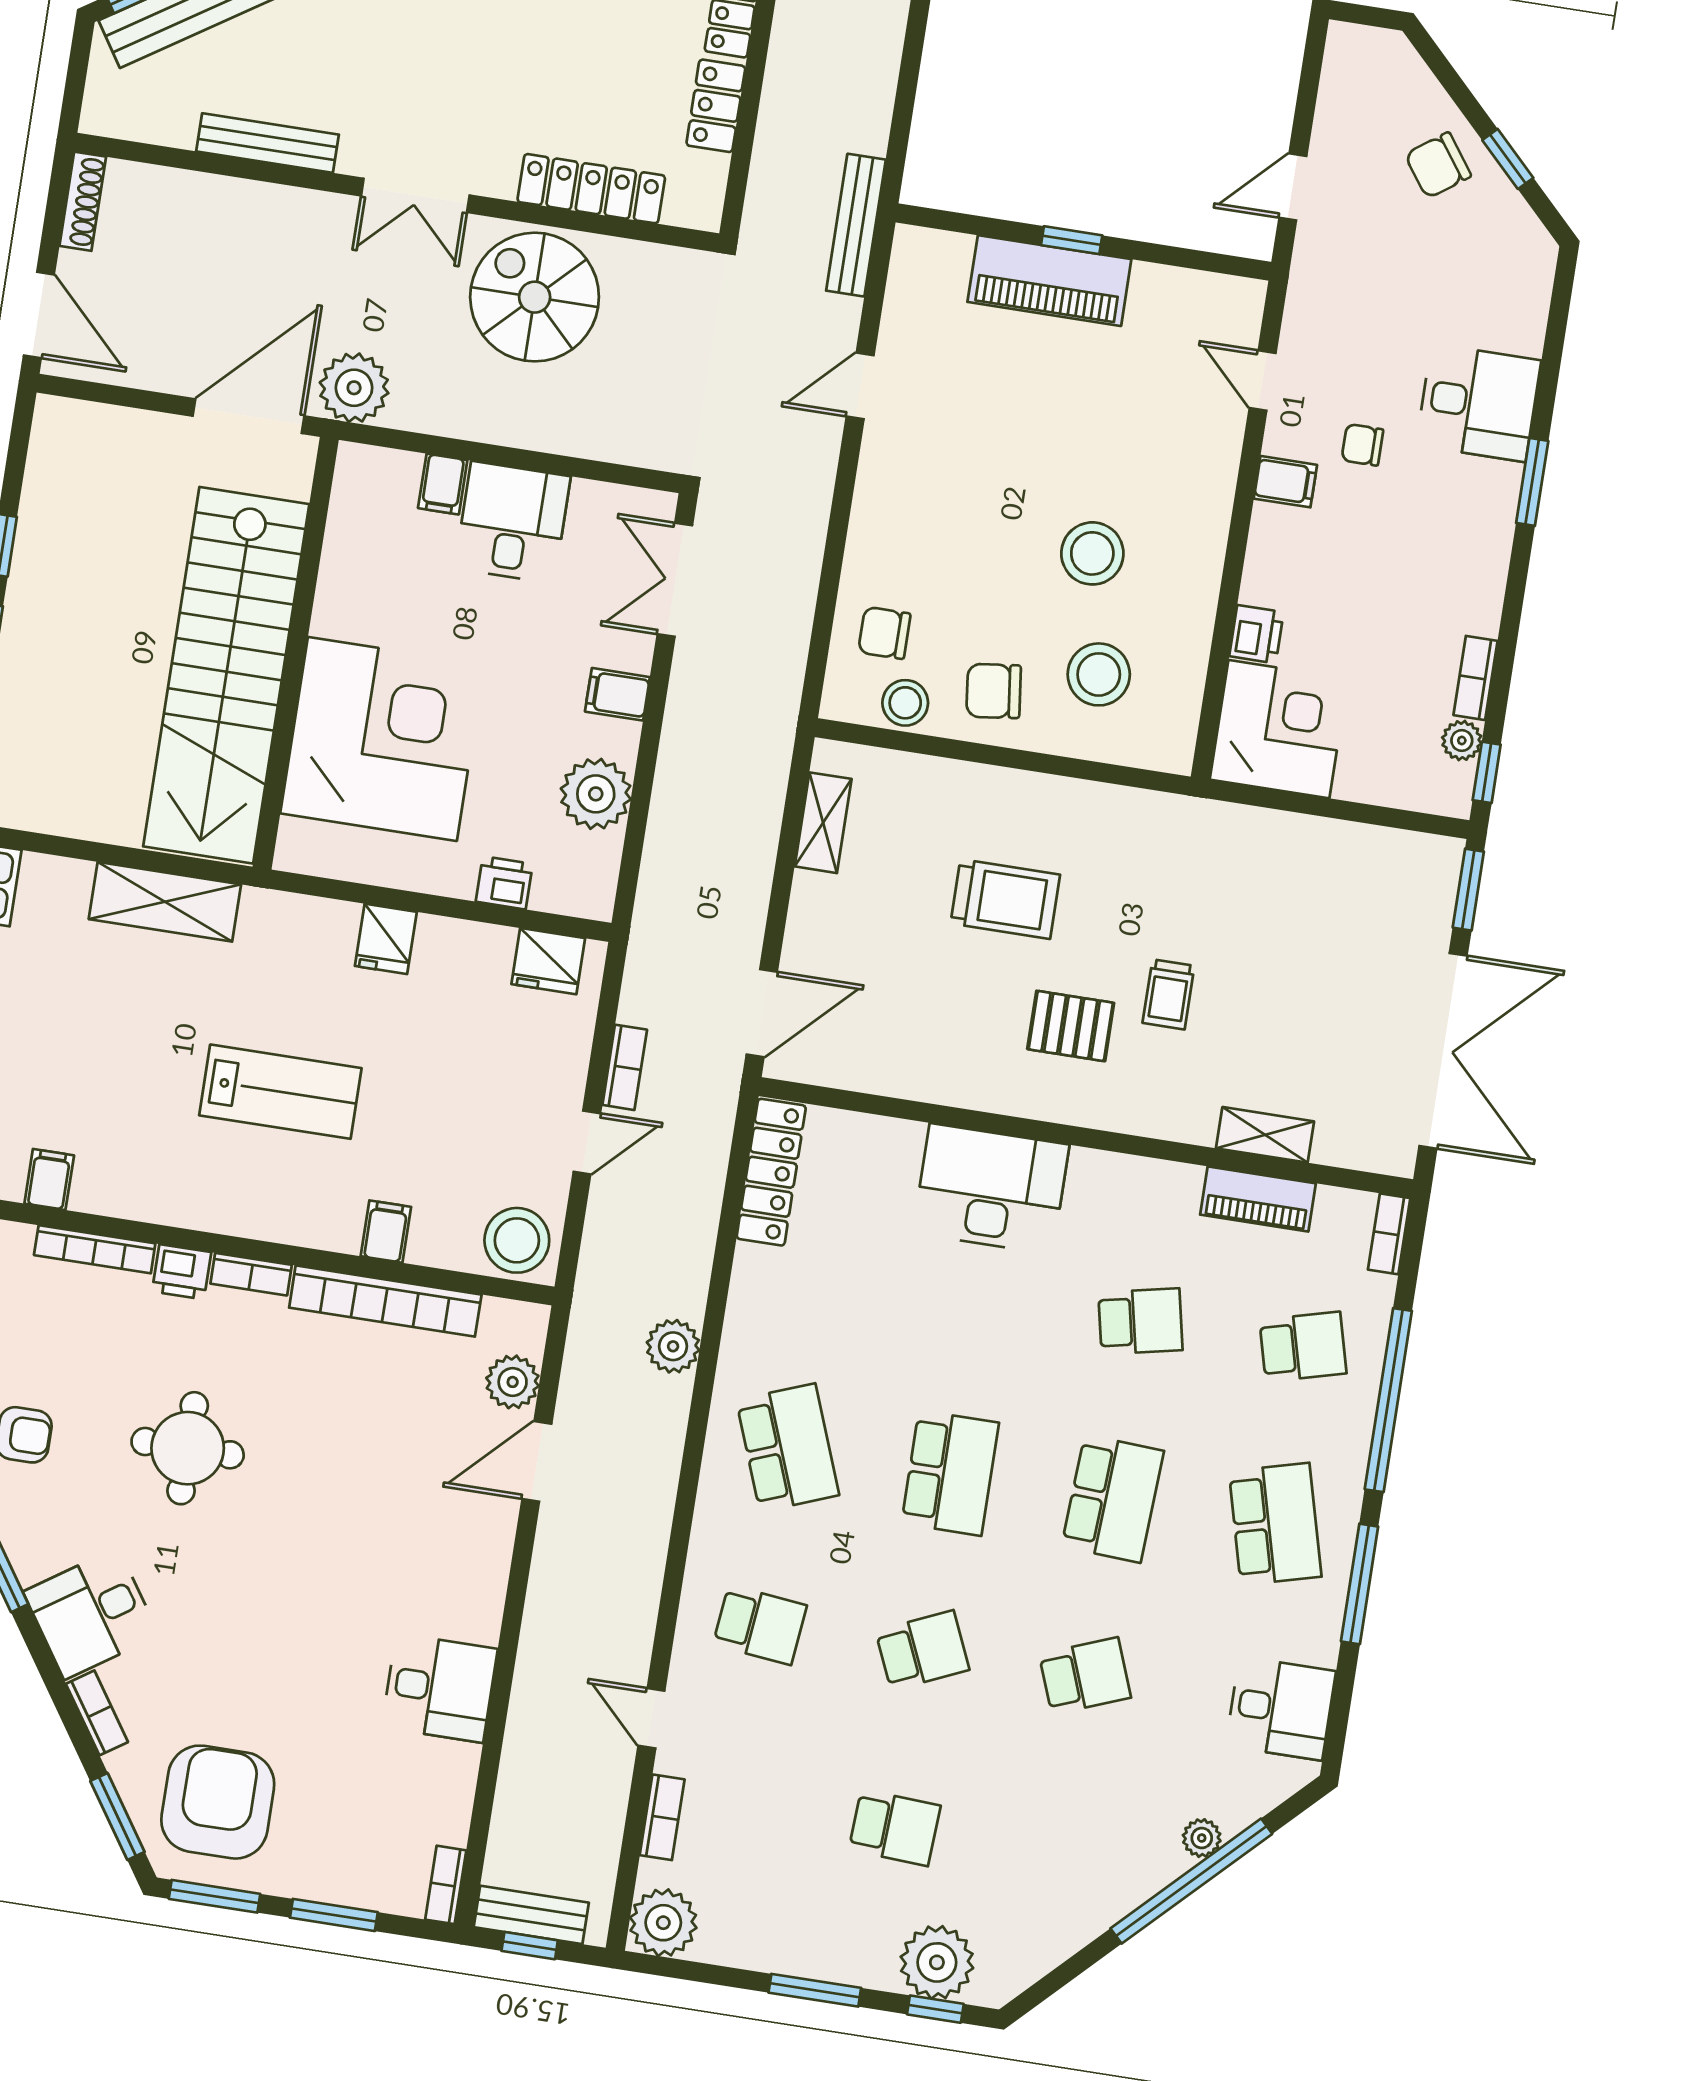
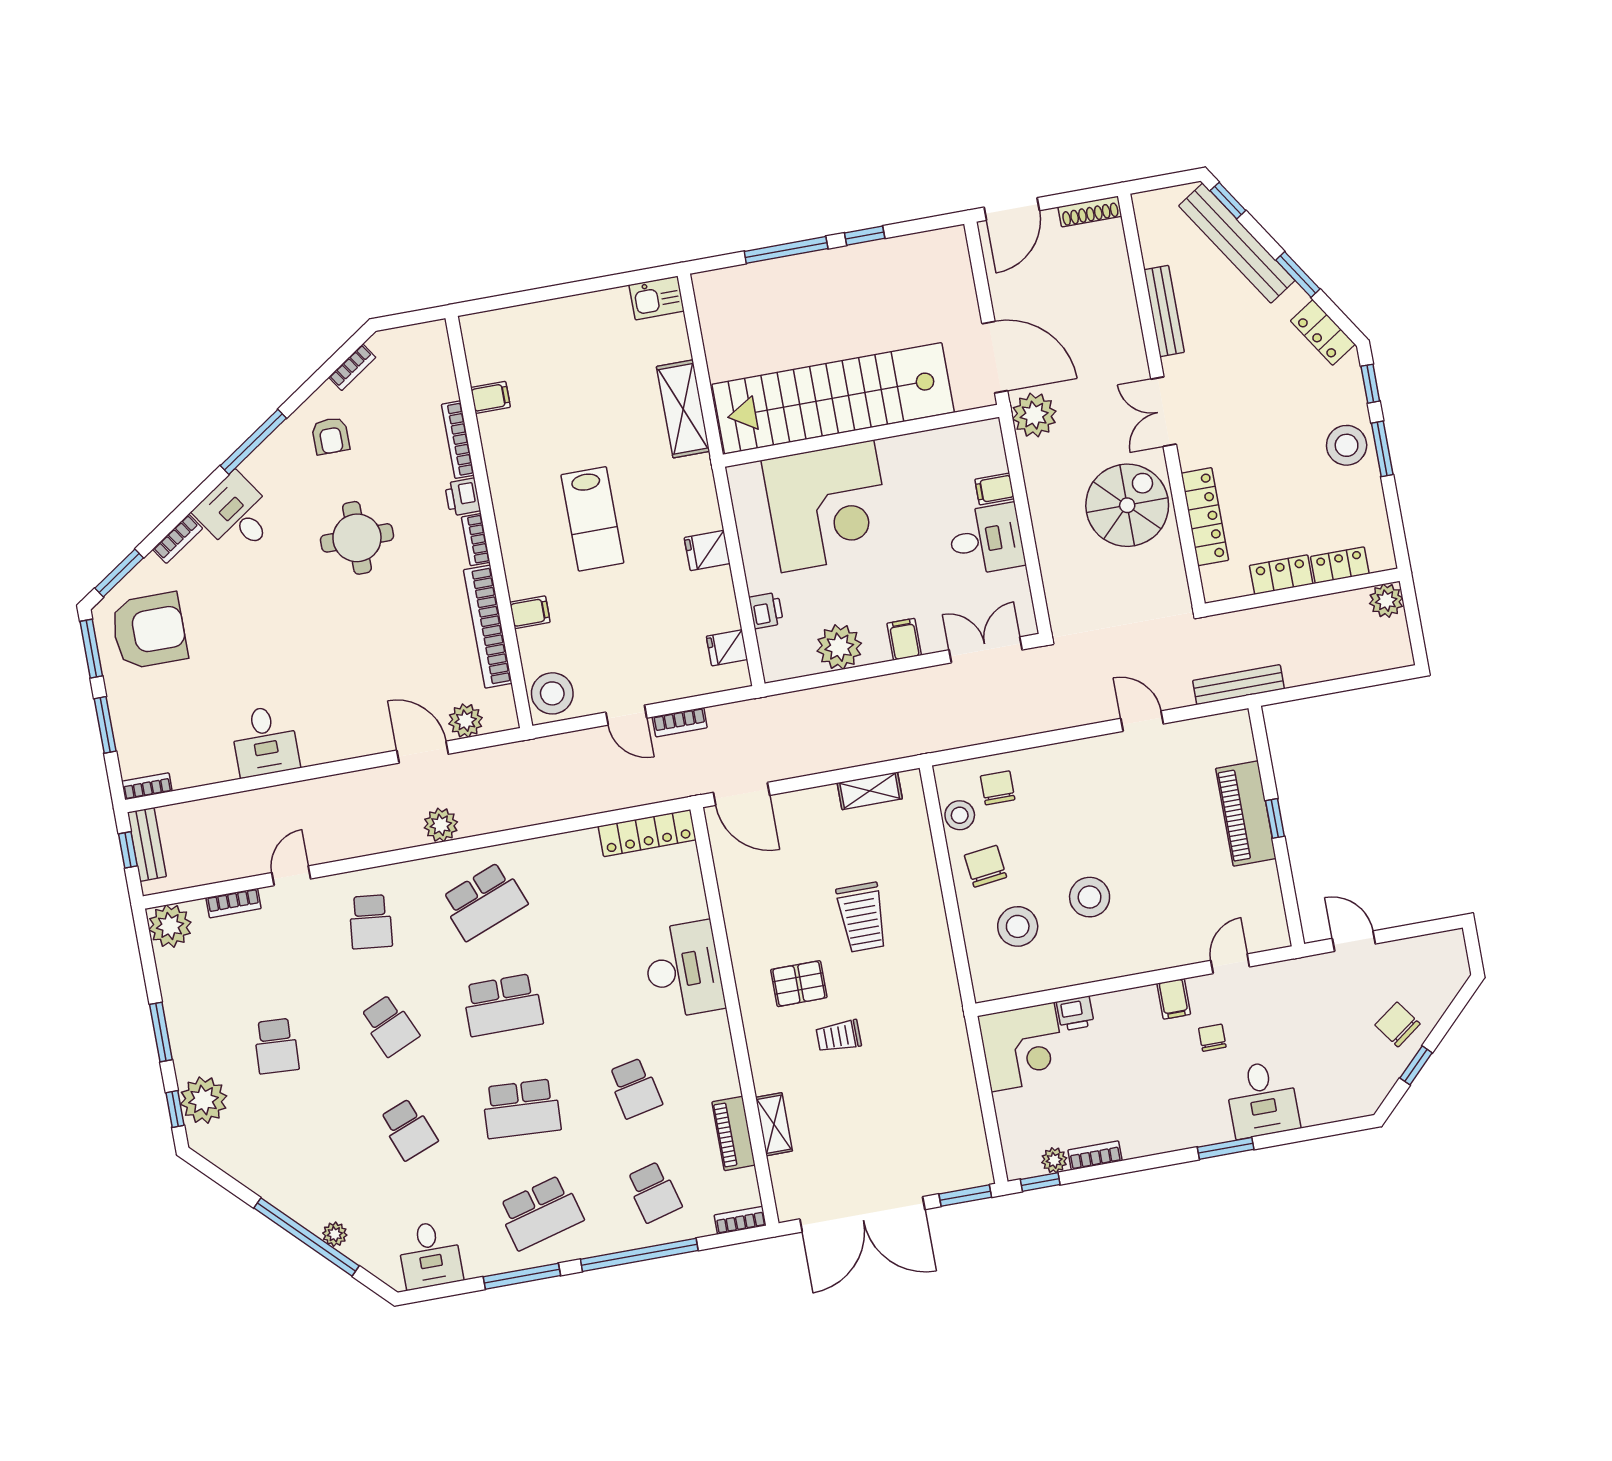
fridge: (548, 961) -> (727, 648), width x0.72
pallet: (1071, 1026) -> (799, 984), turned 90
plant: (673, 1346) -> (441, 825), moved

